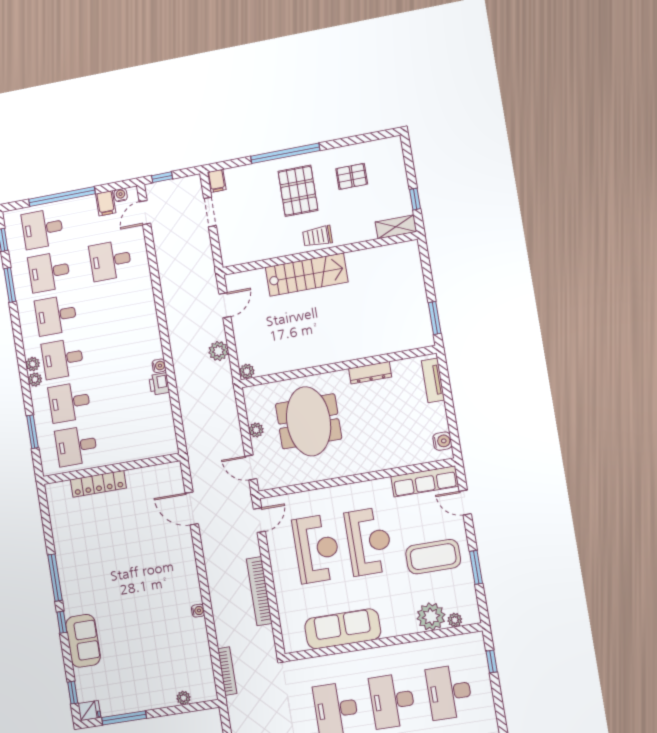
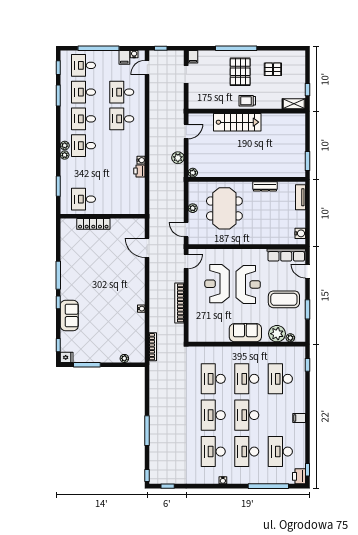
desk: (69, 402) -> (122, 119), moved
reception desk: (317, 549) -> (217, 284), turned 180
sofa: (343, 629) -> (245, 333), moved, width x0.73

